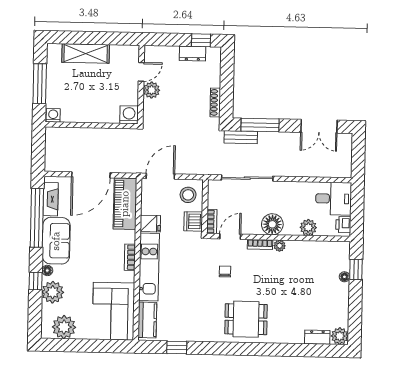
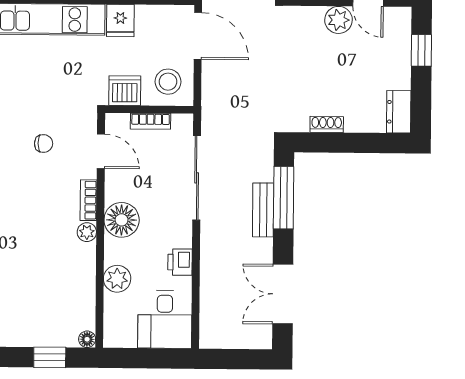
window: (201, 40) -> (421, 50), moved
dresser: (192, 54) -> (399, 112), moved
shoe rack: (215, 102) -> (327, 124), width x0.70
bench: (241, 137) -> (263, 210), moved
bookcase: (212, 222) -> (151, 121), moved
printer: (343, 225) -> (180, 262), moved, turned -90
floor lamp: (344, 277) -> (87, 339), moved

